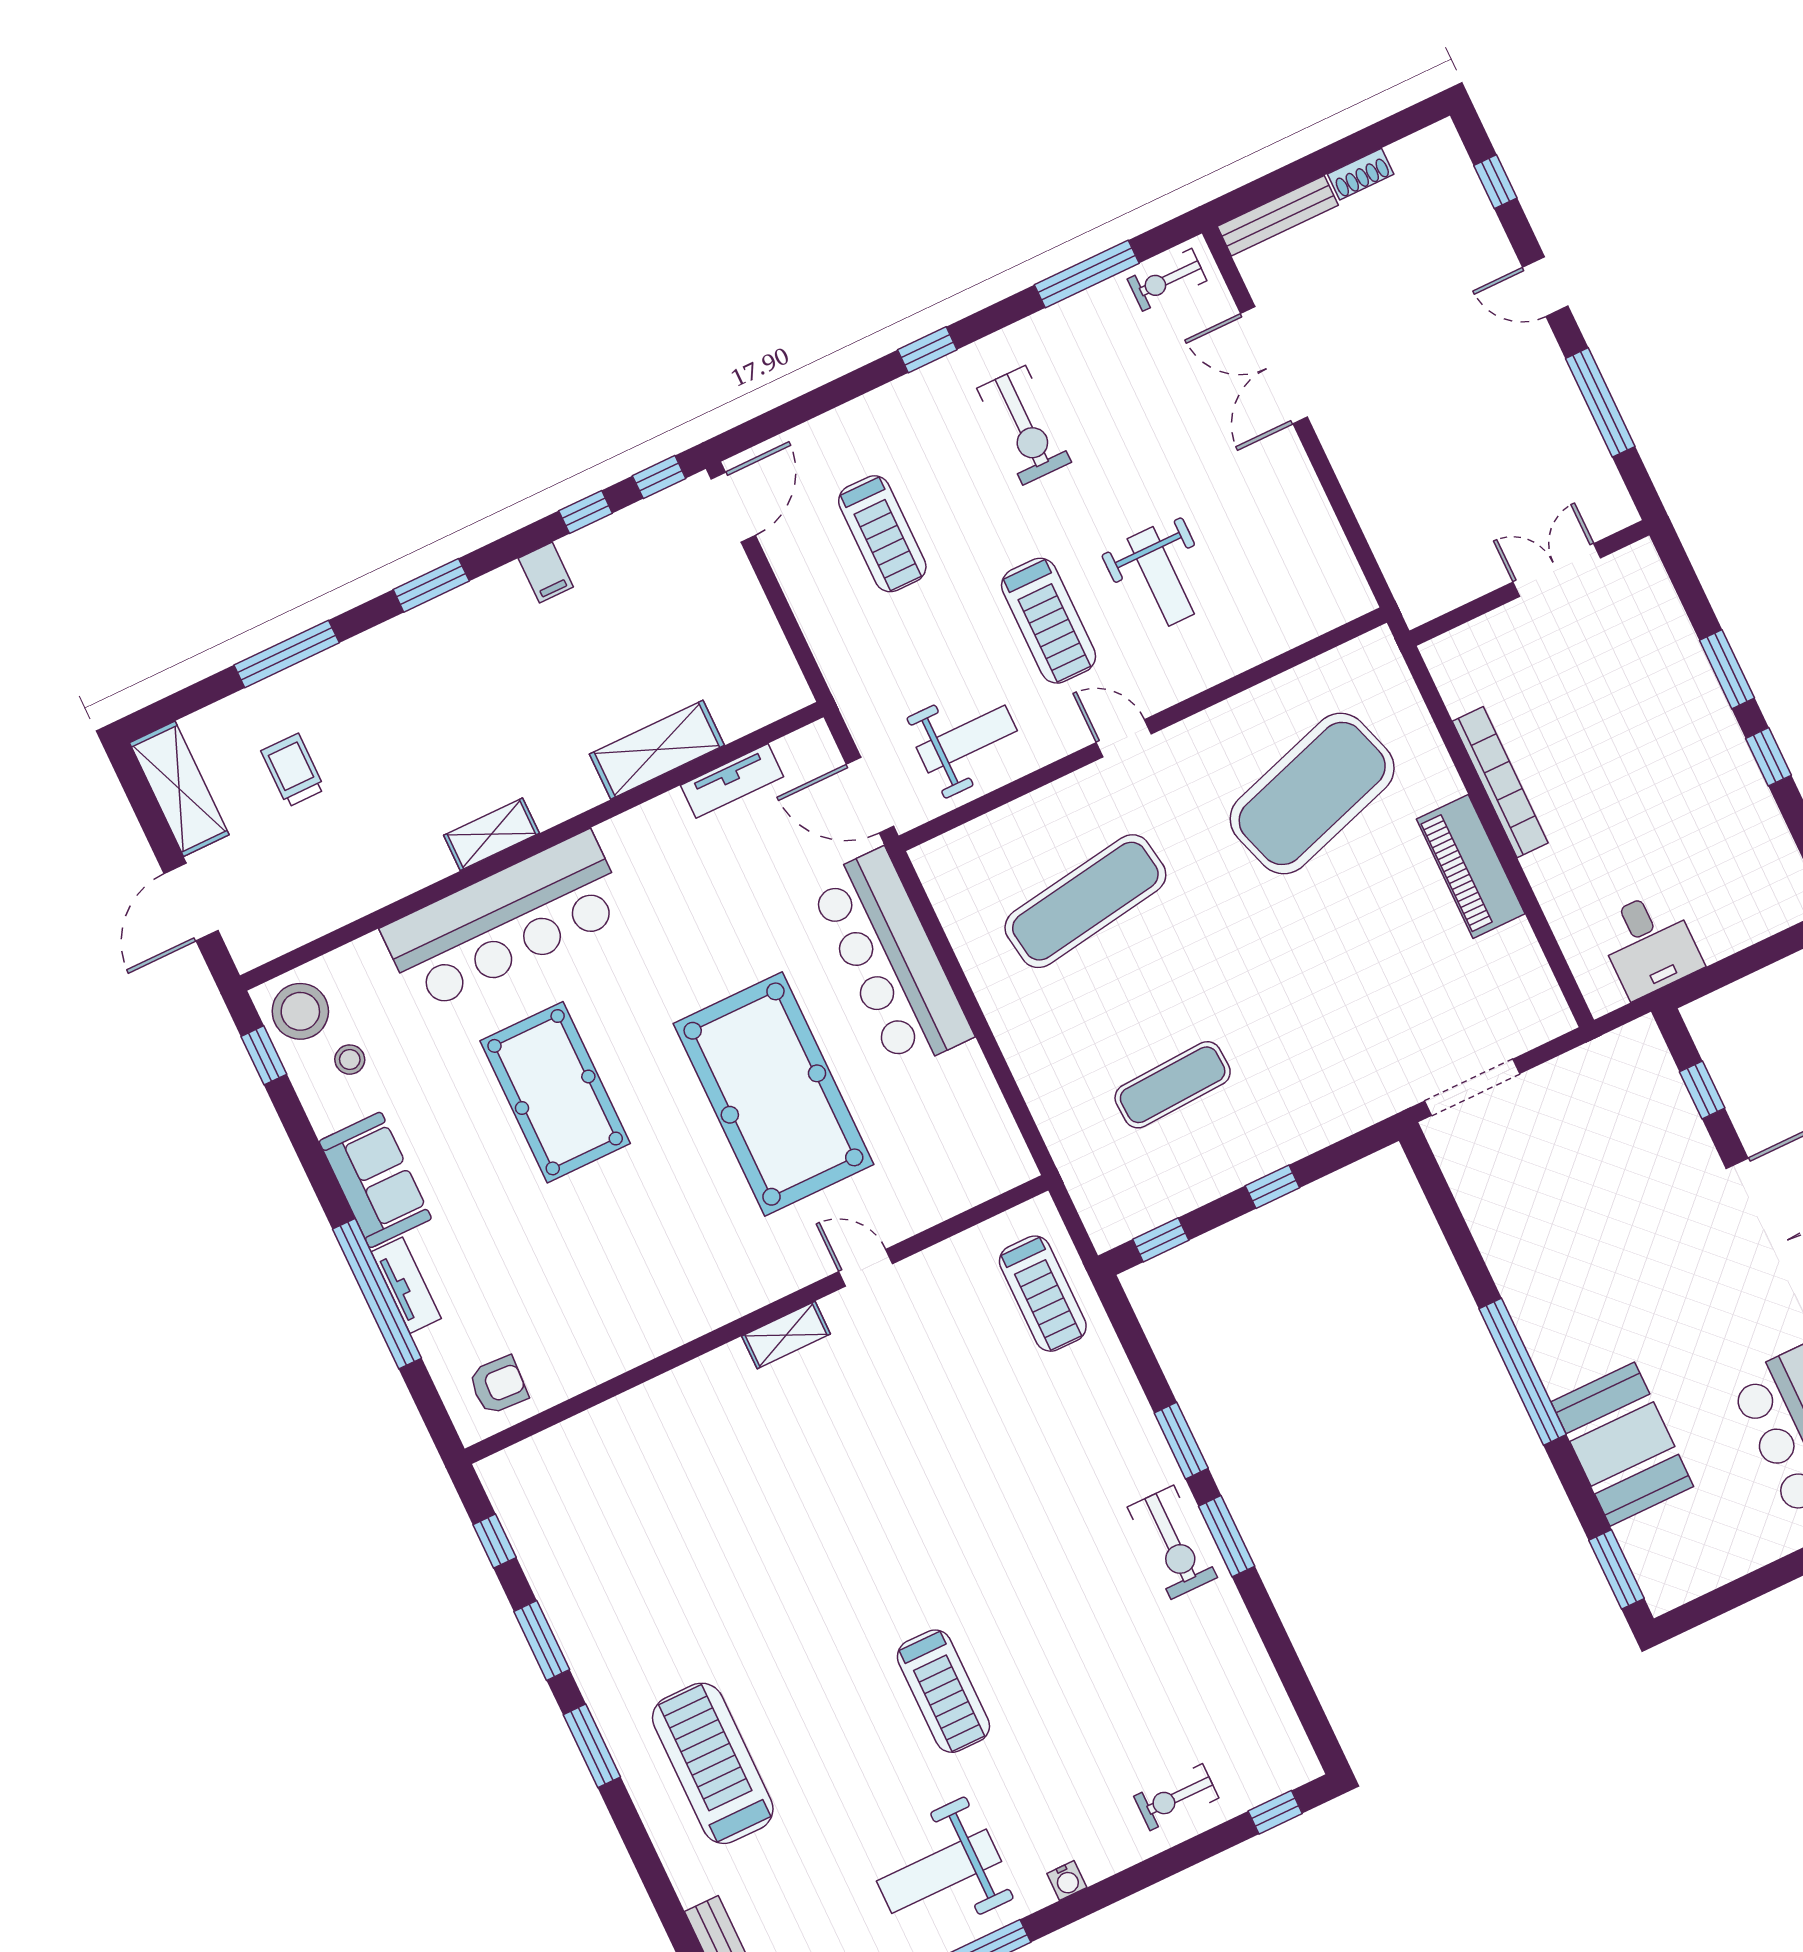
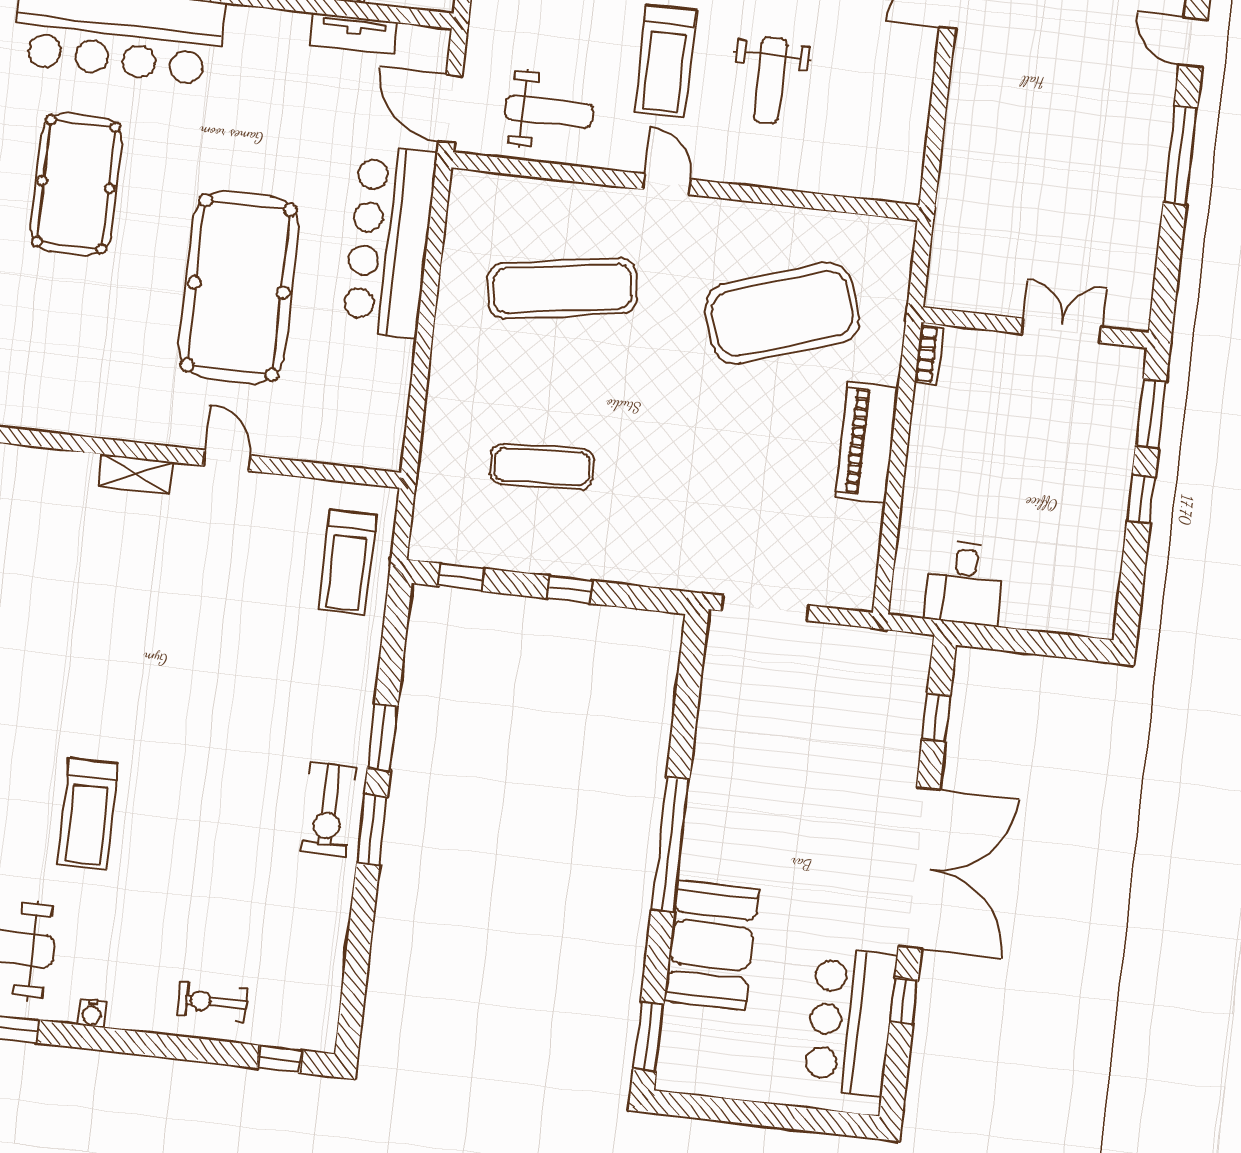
double door: (1557, 570) -> (1062, 331), moved
wall: (1529, 583) -> (1035, 327), moved
bookcase: (1500, 782) -> (929, 355), width x0.43, depth x0.76

